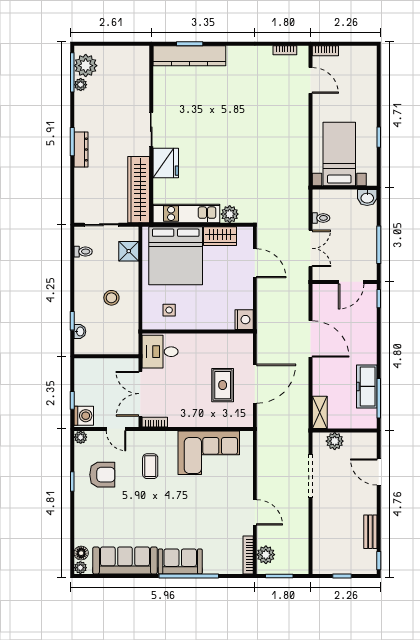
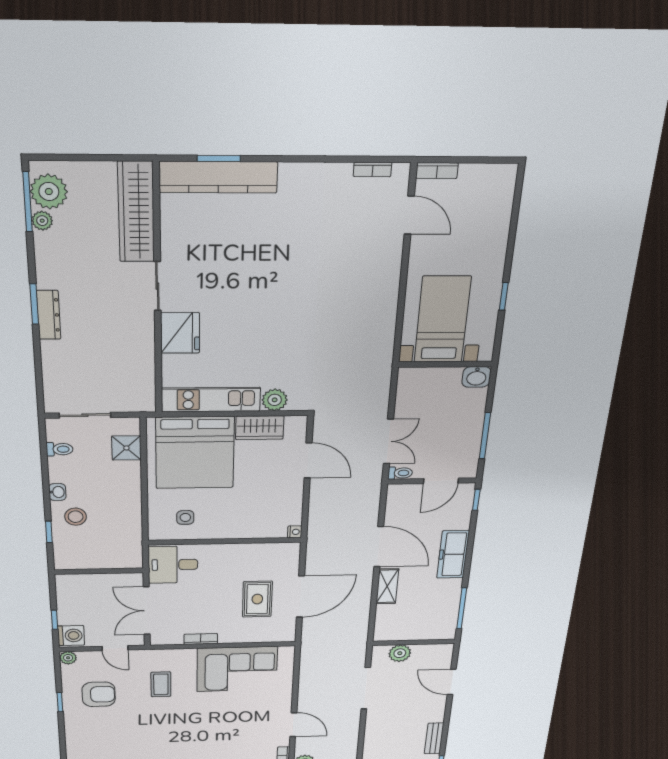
wardrobe: (139, 190) -> (136, 212), moved
toilet: (321, 218) -> (400, 473), moved
stool: (111, 298) -> (76, 517), moved
nightstand: (244, 320) -> (295, 532), width x0.53, depth x0.56
washbasin: (80, 331) -> (57, 492), moved
freezer: (367, 386) -> (453, 554), moved
shelving: (320, 412) -> (387, 586), moved
bookcase: (155, 422) -> (201, 639), moved

